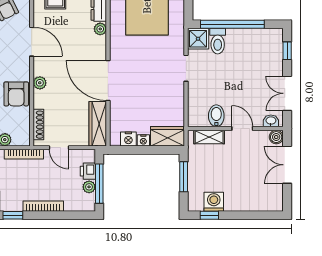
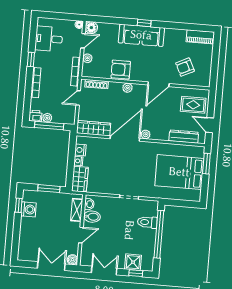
plant: (100, 29) -> (146, 134), moved
shower: (198, 39) -> (133, 262), moved
washbasin: (271, 121) -> (89, 204), moved
printer: (88, 171) -> (36, 116), moved

